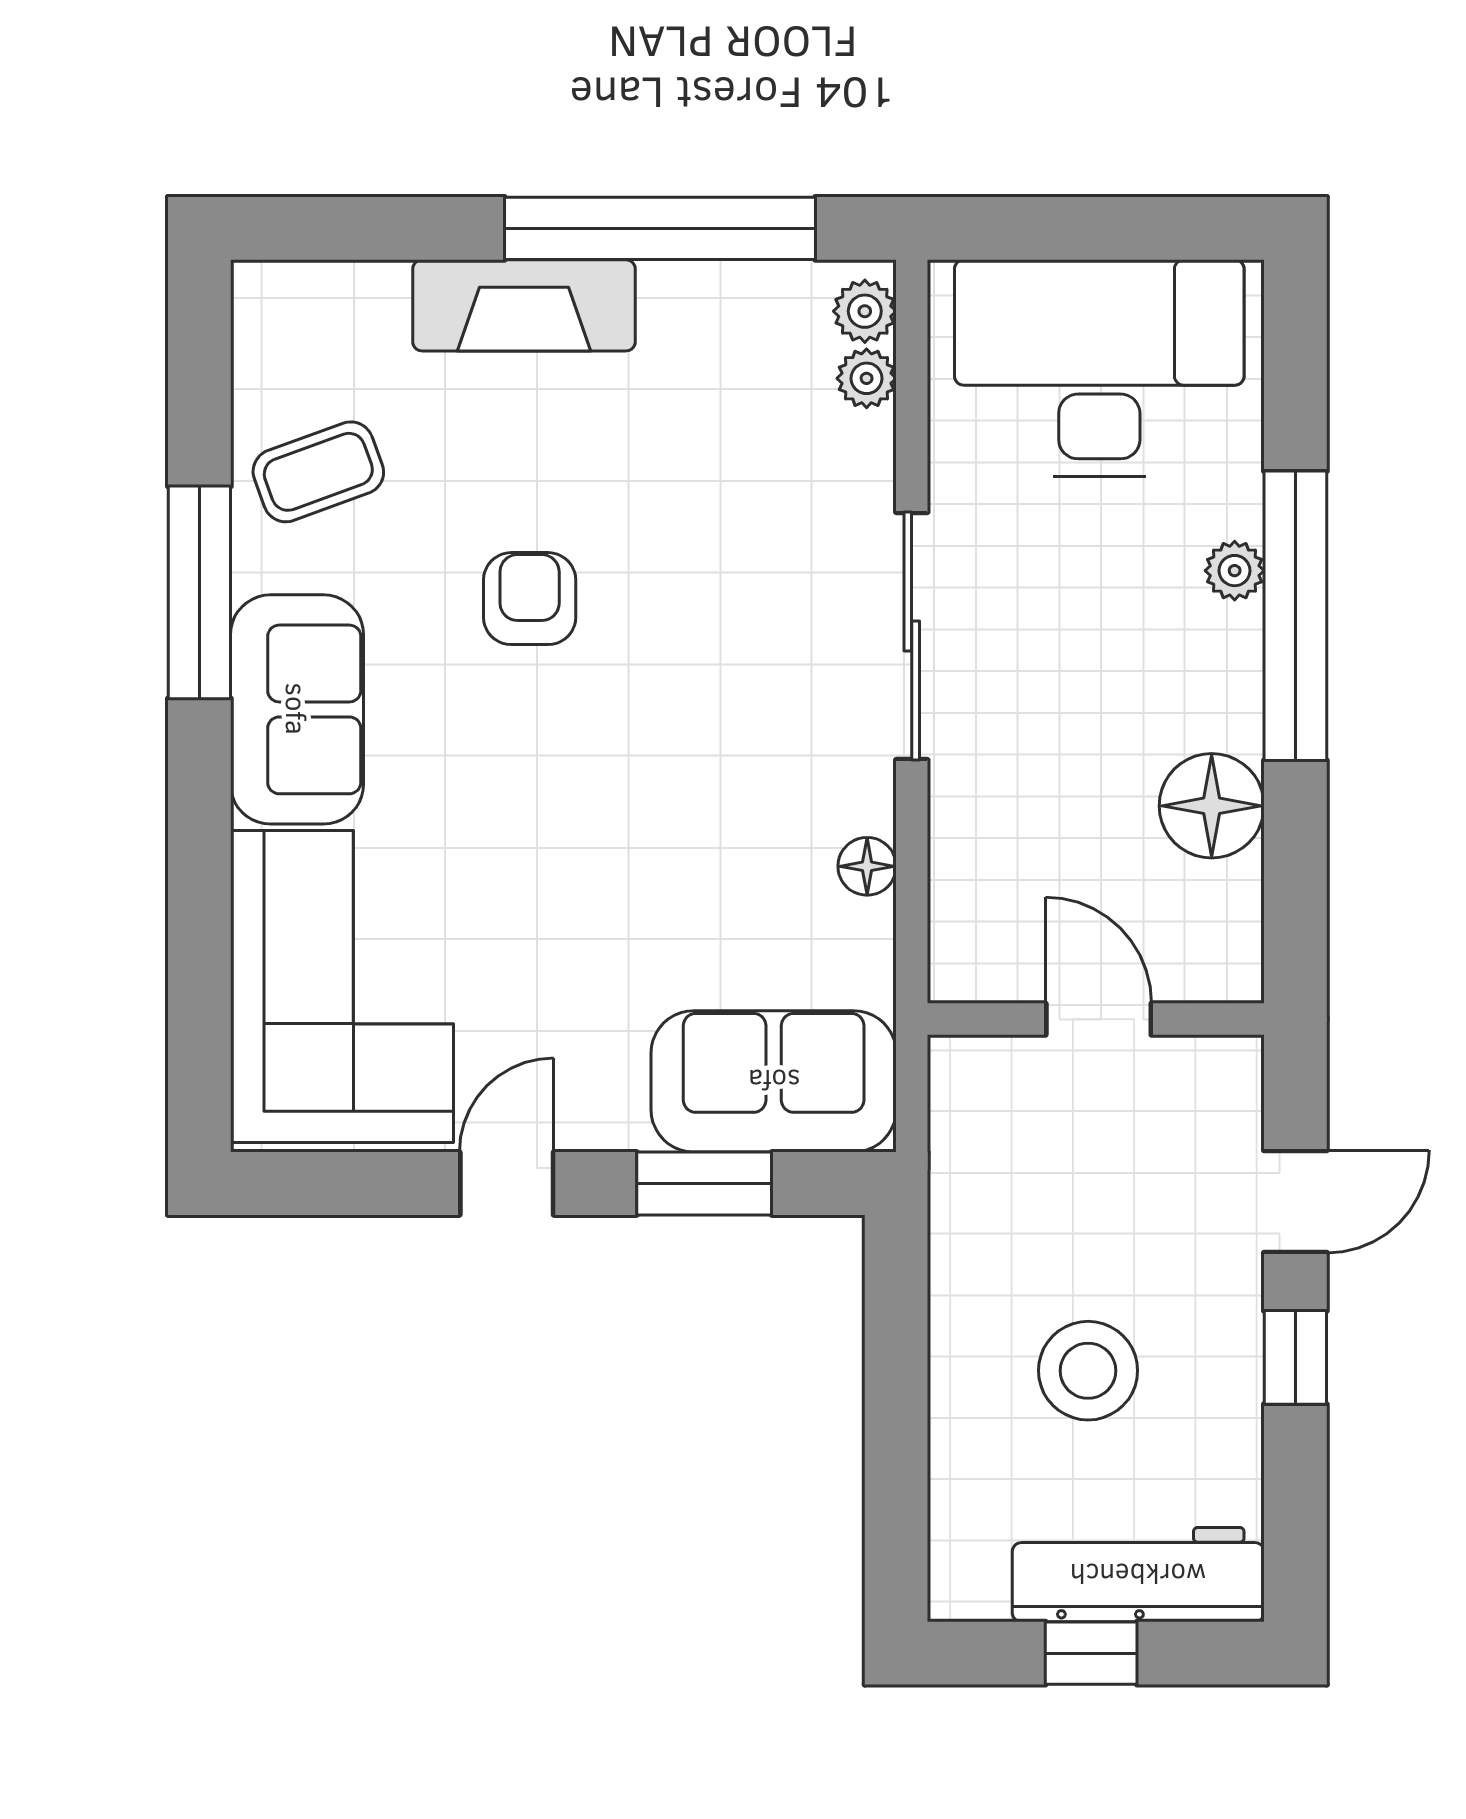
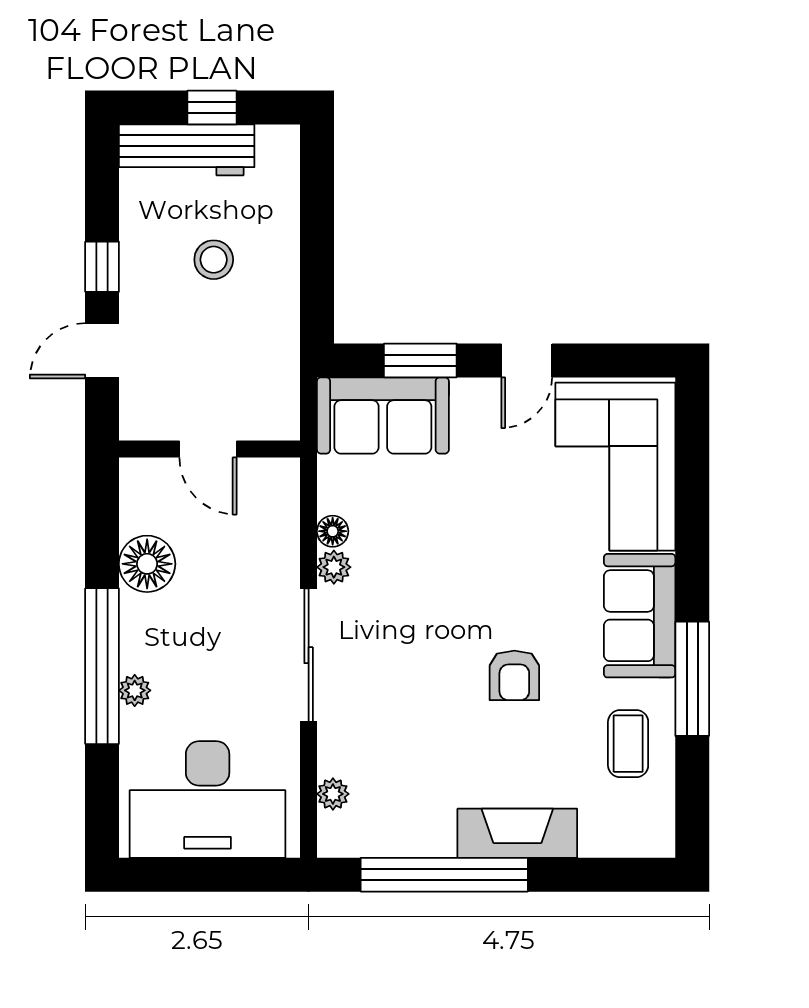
plant: (865, 311) -> (334, 567), moved
coffee table: (318, 472) -> (628, 744), turned -70
stool: (1088, 1371) -> (214, 260), width x0.73, depth x0.73

